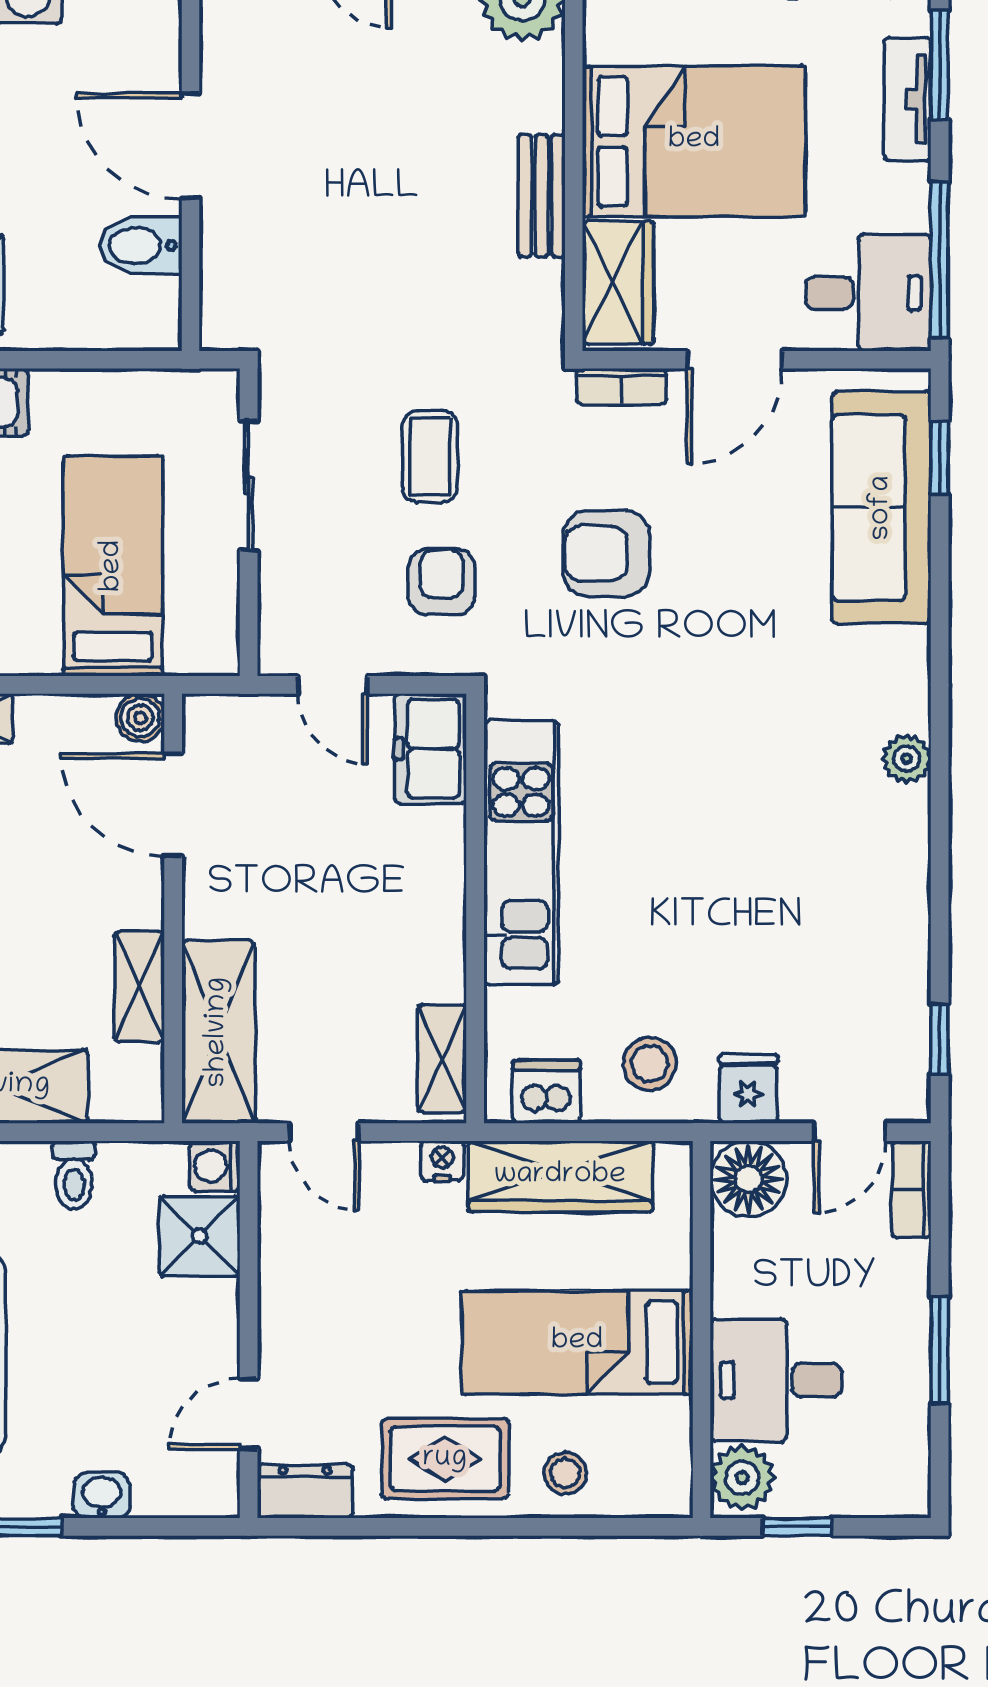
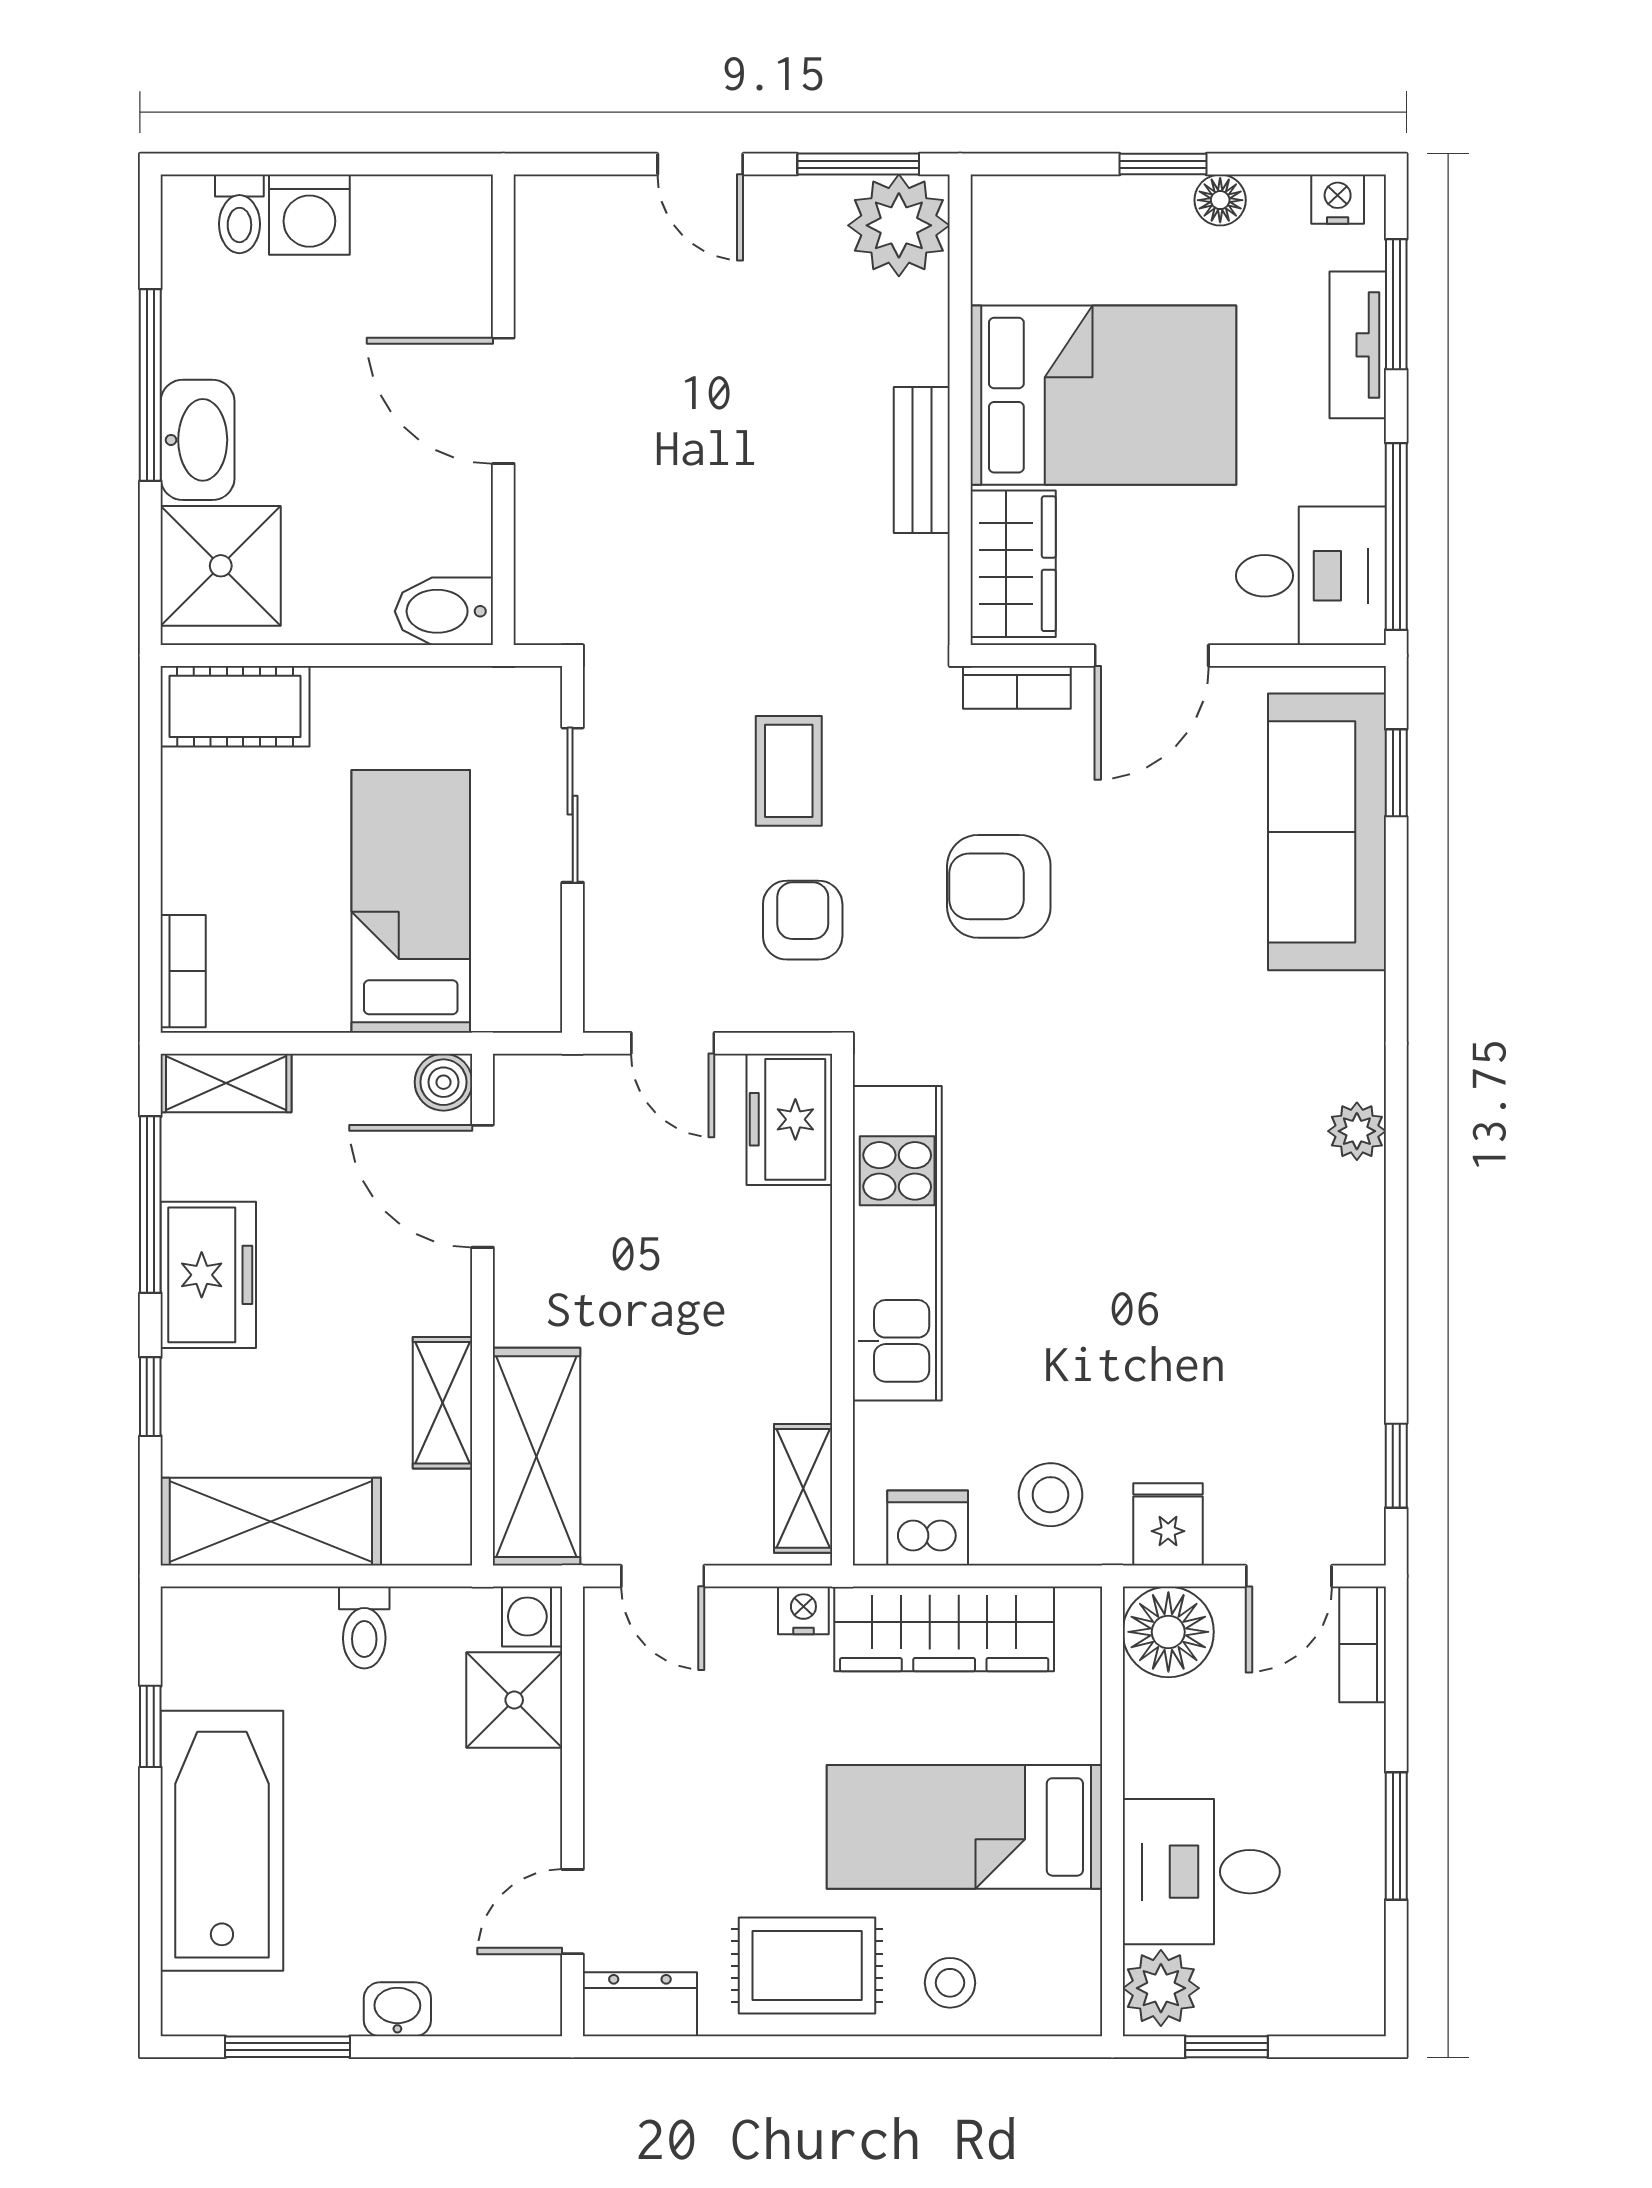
bidet: (141, 245) -> (444, 611), moved

